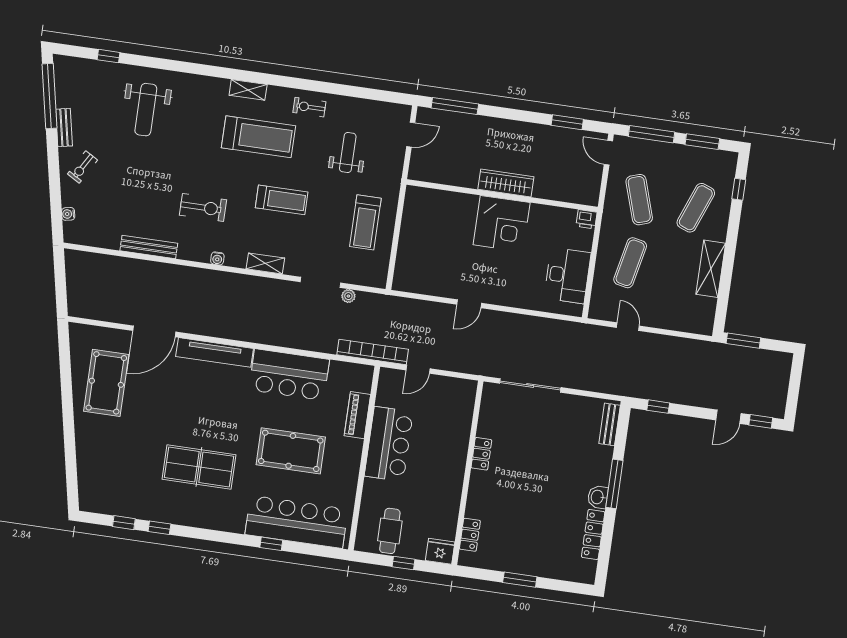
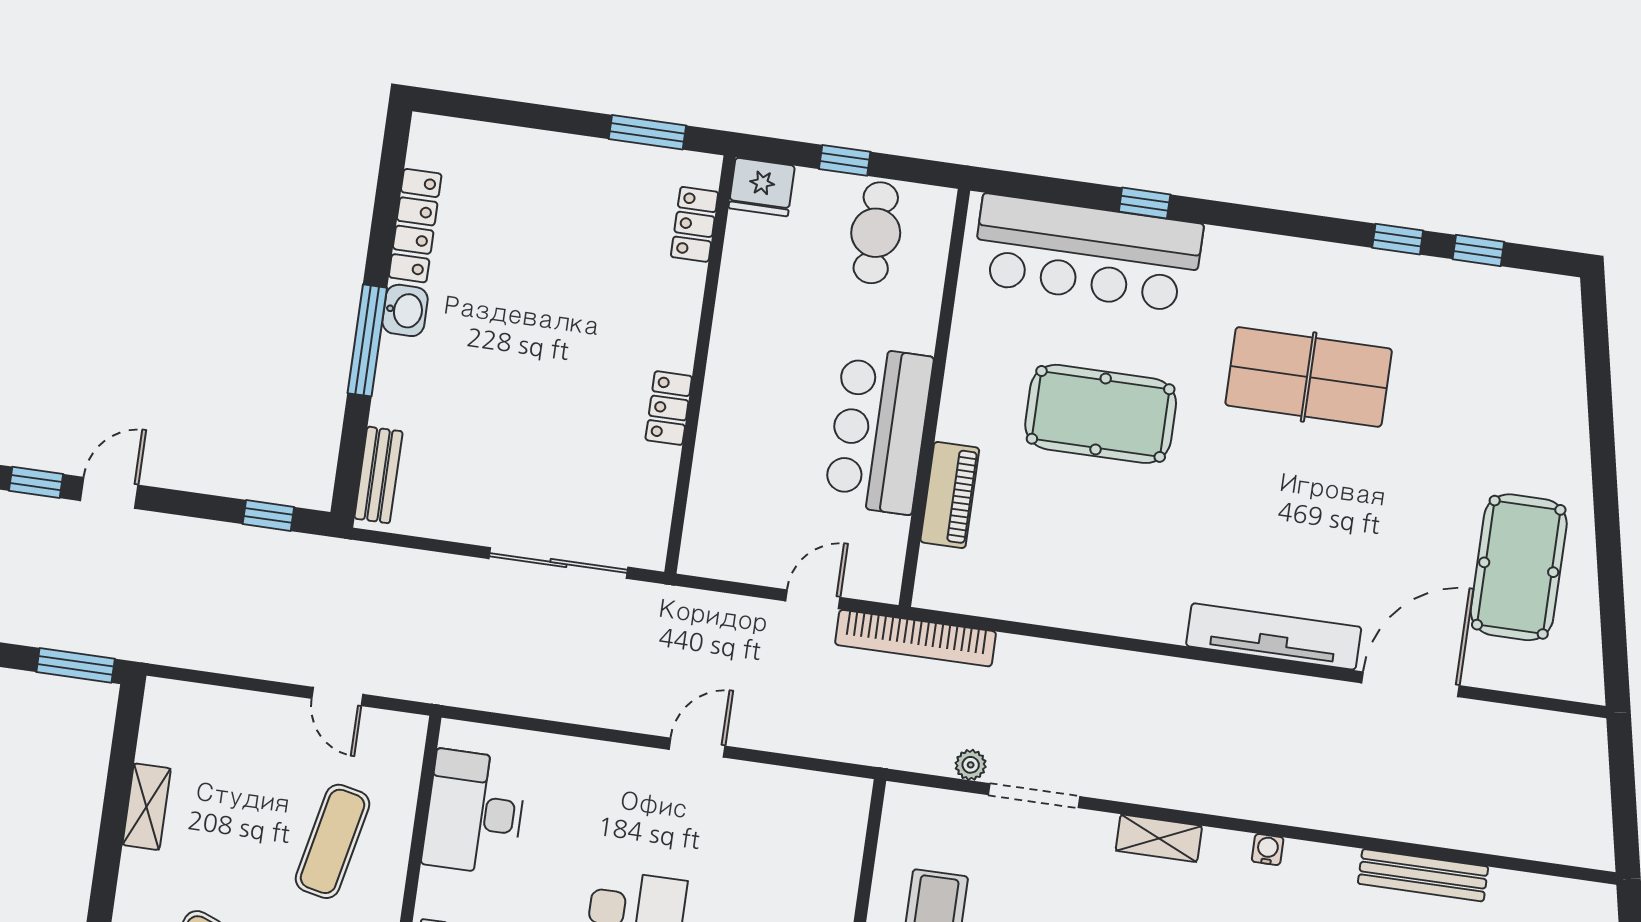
shelving: (711, 269) -> (147, 807), width x0.67, depth x0.75
bar counter: (289, 375) -> (1105, 586), removed
window: (520, 580) -> (647, 132), moved

